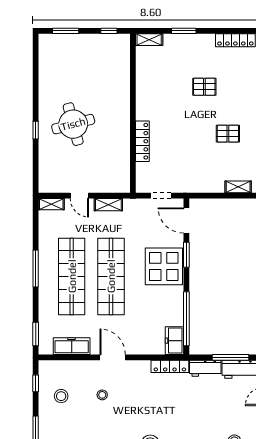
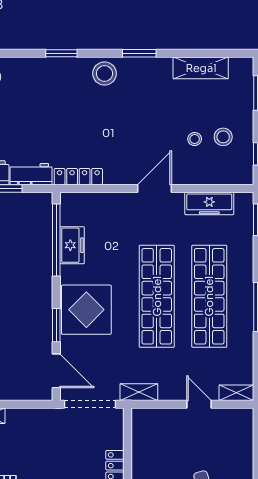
doorway: (161, 196) -> (90, 404), width x1.88
shelving: (108, 205) -> (139, 392), moved
freezer: (175, 341) -> (72, 245), moved
door: (113, 357) -> (155, 188), swing flipped
stool: (102, 395) -> (195, 139), moved

